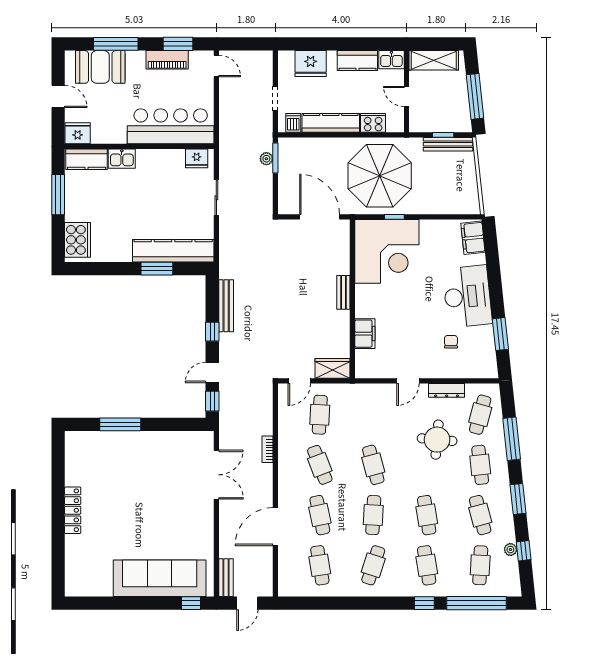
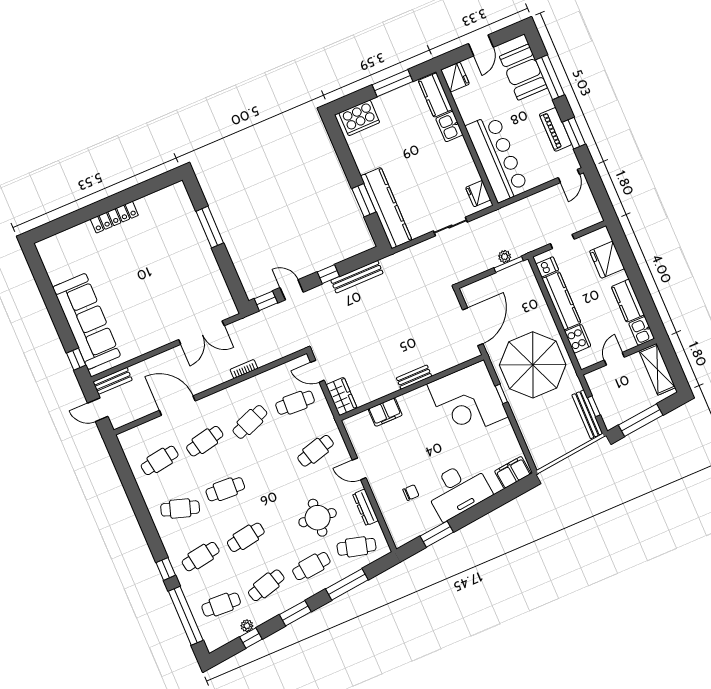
cafe table: (373, 465) -> (316, 451), moved

